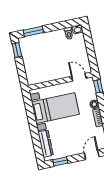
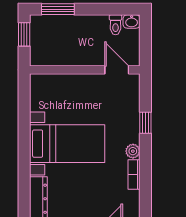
door: (79, 77) -> (117, 70), moved
wall: (60, 81) -> (85, 70), moved

